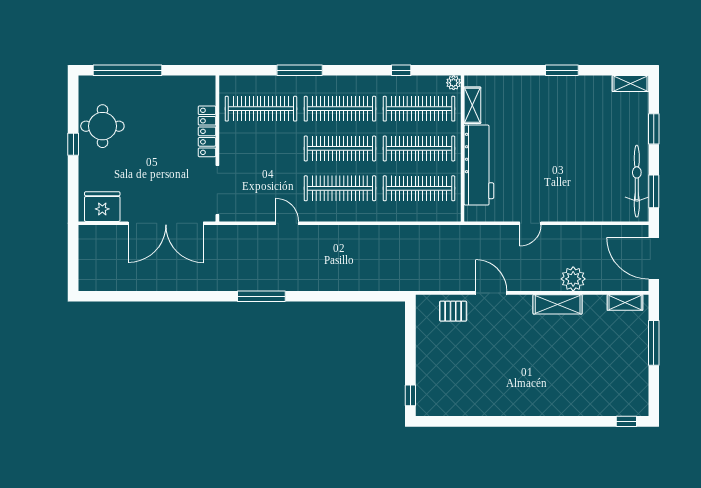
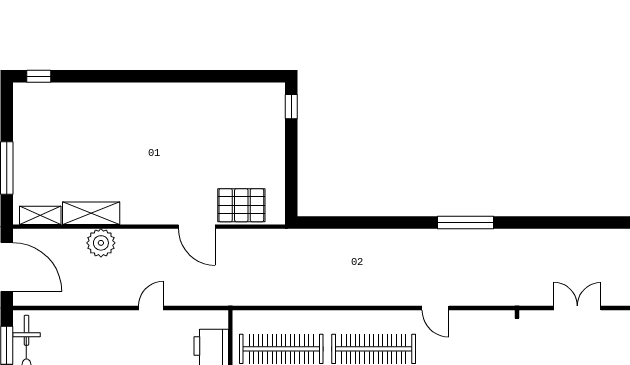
double door: (166, 223) -> (577, 308), width x0.54
shelving: (558, 304) -> (91, 213), moved
pallet: (453, 311) -> (241, 205), width x1.50, depth x1.42

